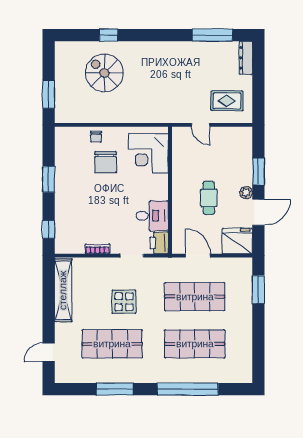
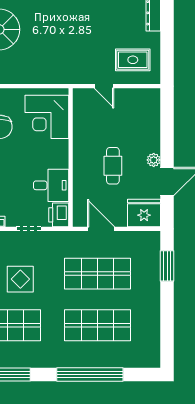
window: (258, 171) -> (167, 137), removed

